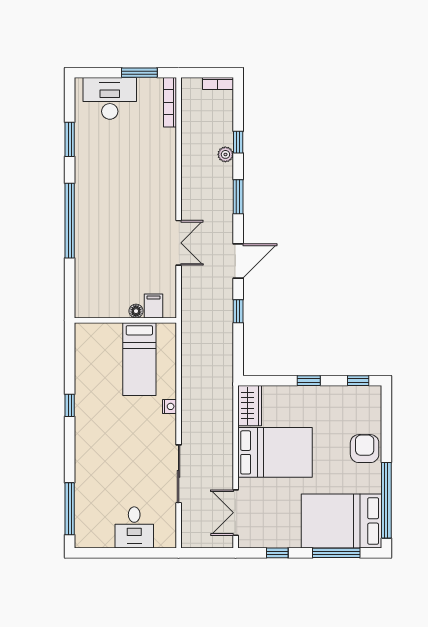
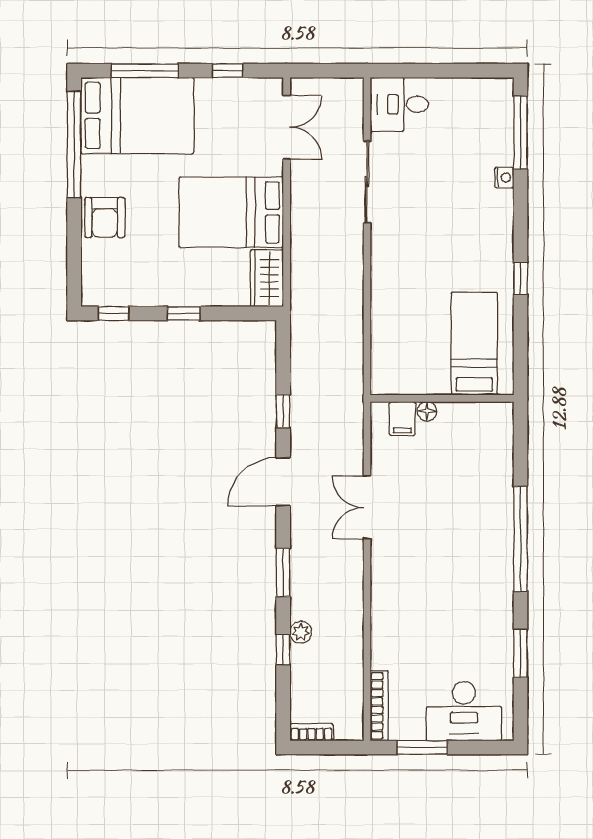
bed: (139, 359) -> (474, 344), moved
nightstand: (169, 406) -> (504, 178), moved, turned 180
desk: (134, 527) -> (399, 104), moved, turned -90

